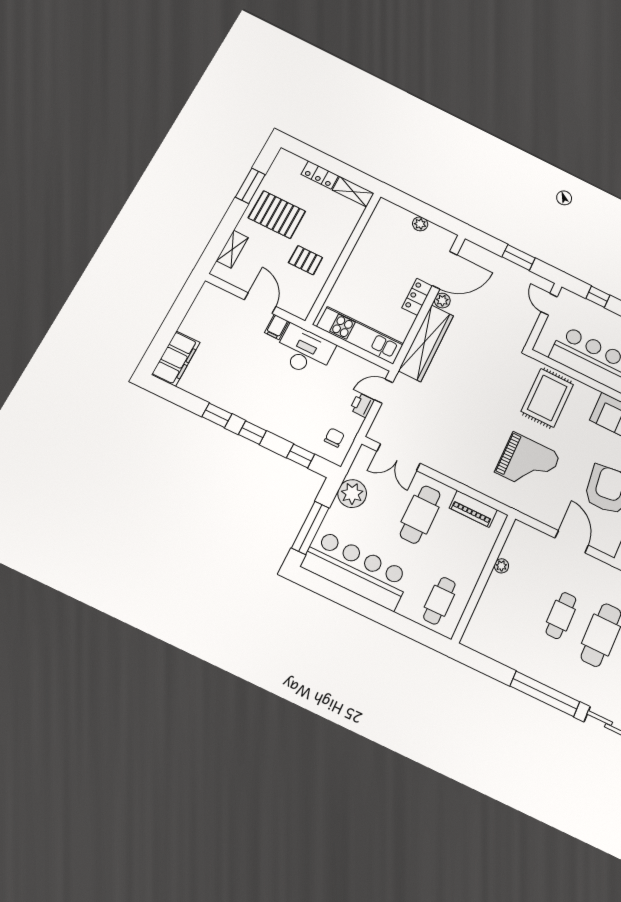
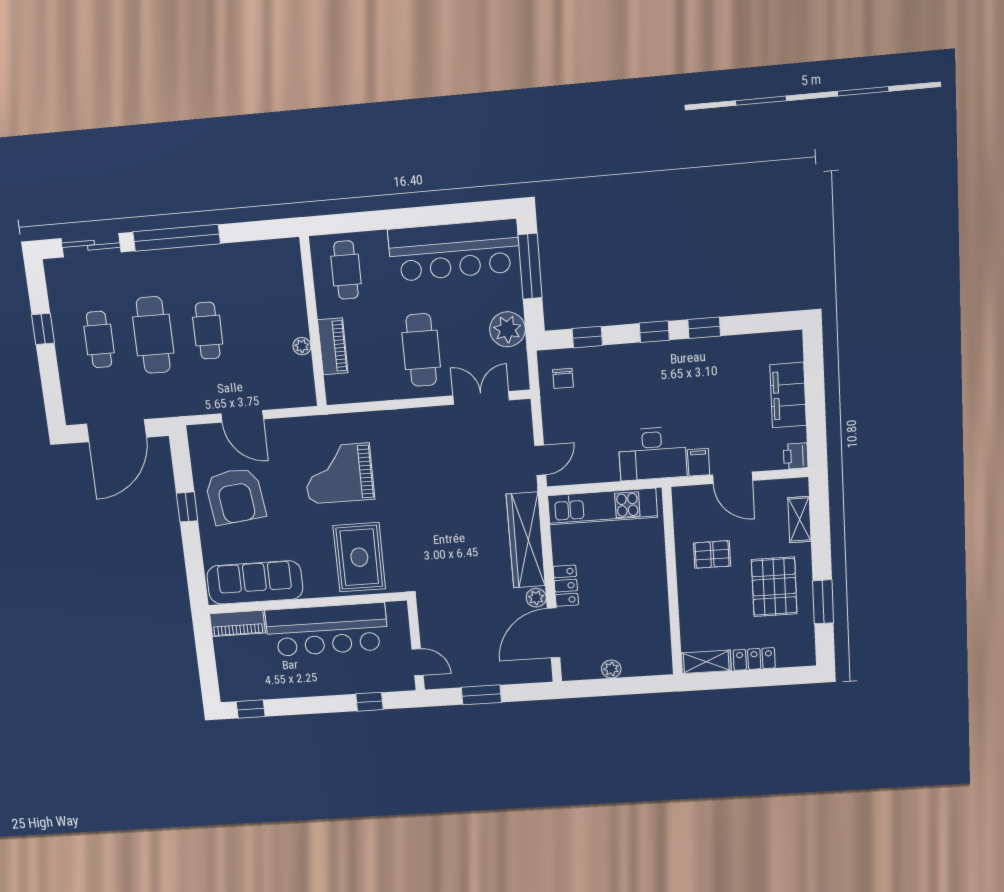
pallet: (277, 215) -> (774, 587), turned 90
filing cabinet: (176, 359) -> (788, 395), moved
printer: (362, 405) -> (796, 456), moved, turned 180
piano: (473, 509) -> (333, 346), moved, turned 90

